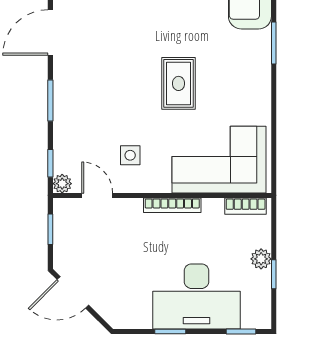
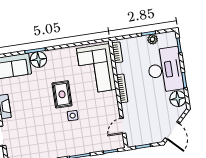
floor lamp: (255, 47) -> (38, 59), added
rug: (179, 83) -> (62, 94), turned 90
side table: (130, 155) -> (73, 116), moved
plant: (62, 184) -> (120, 144), removed
plant: (261, 259) -> (153, 39), moved
floor lamp: (135, 313) -> (178, 99), added

